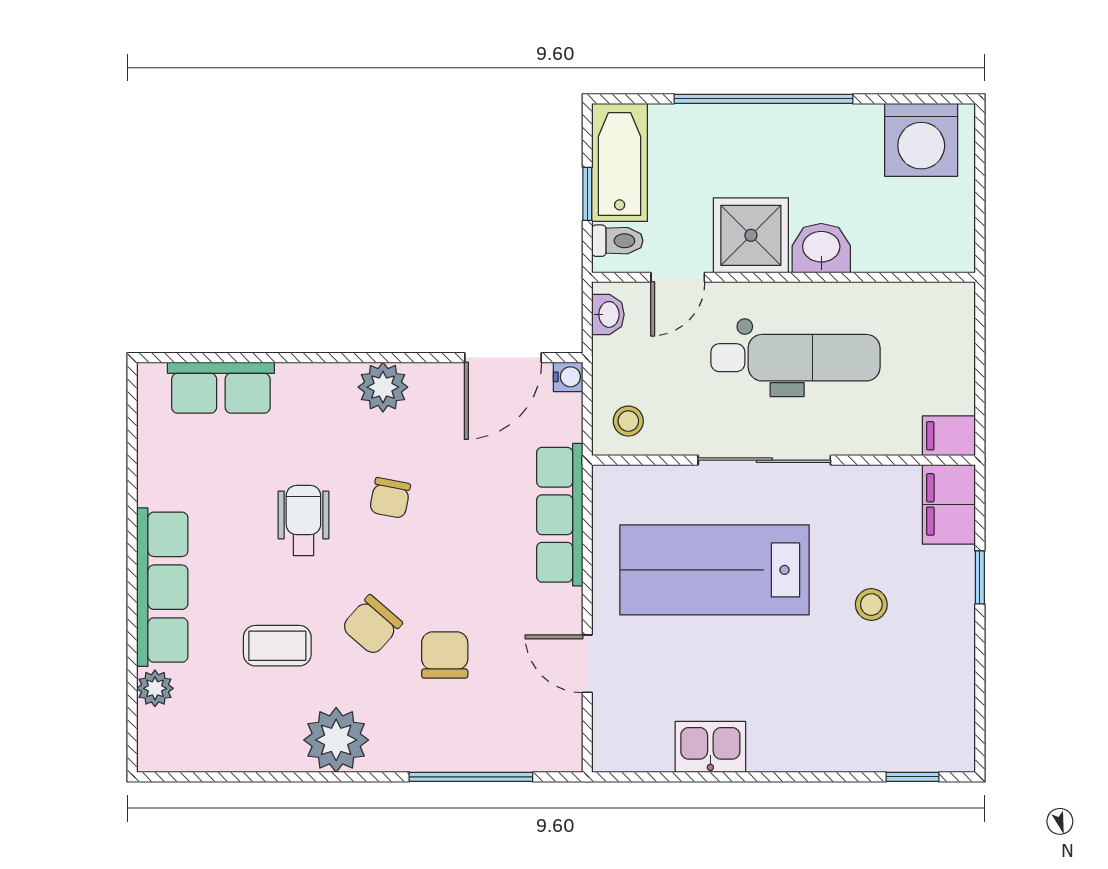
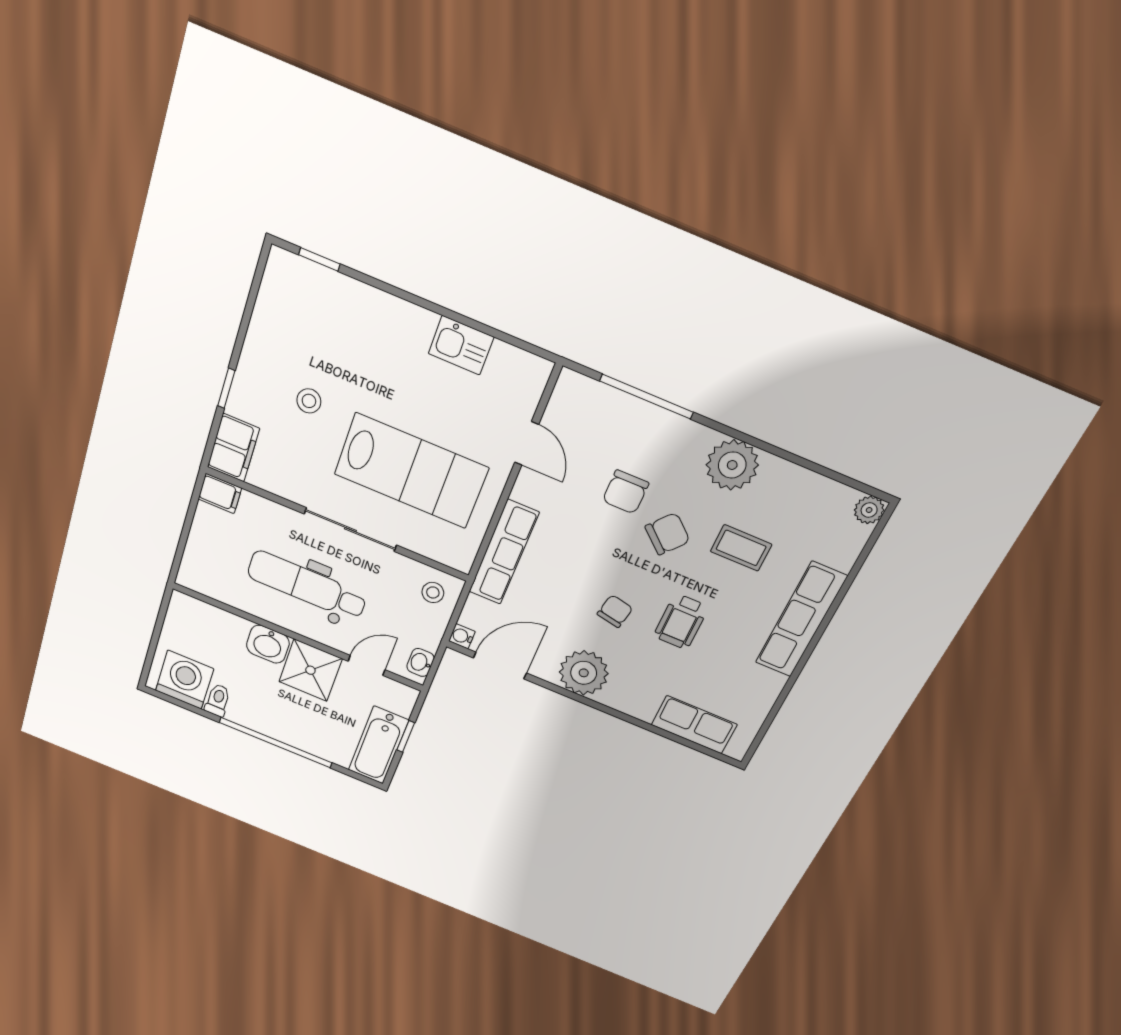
toilet: (617, 241) -> (218, 700), moved, turned 90
plant: (383, 387) -> (584, 673), width x1.36, depth x1.36
plant: (155, 688) -> (869, 510), moved

